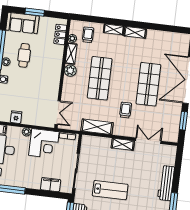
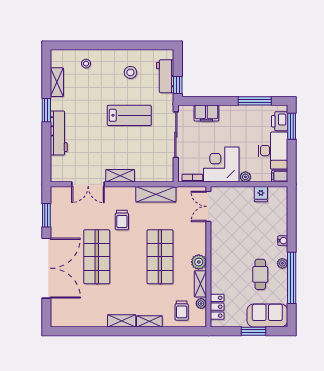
lab bench: (110, 190) -> (129, 115), turned 180

